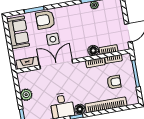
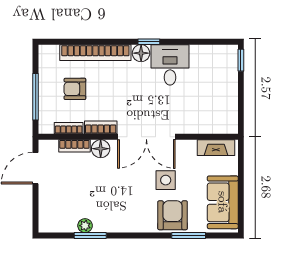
armchair: (45, 20) -> (173, 215), turned -90
double door: (56, 64) -> (146, 137), moved
plant: (26, 95) -> (228, 94), removed

